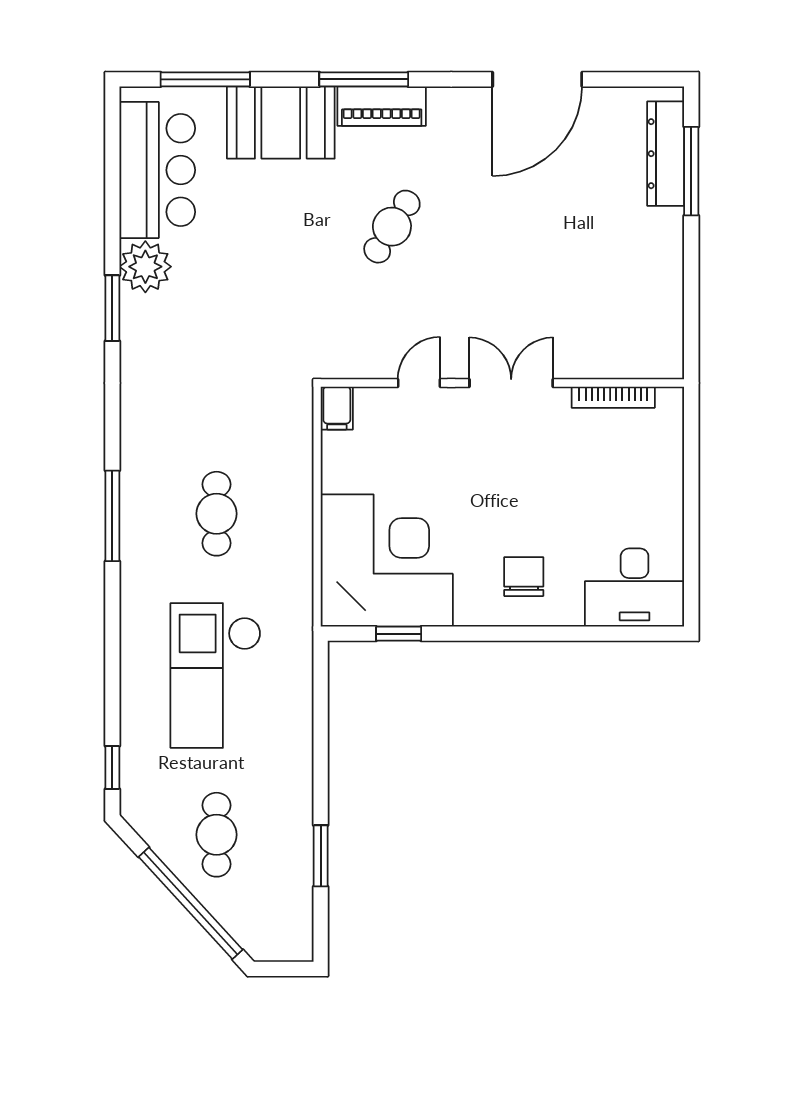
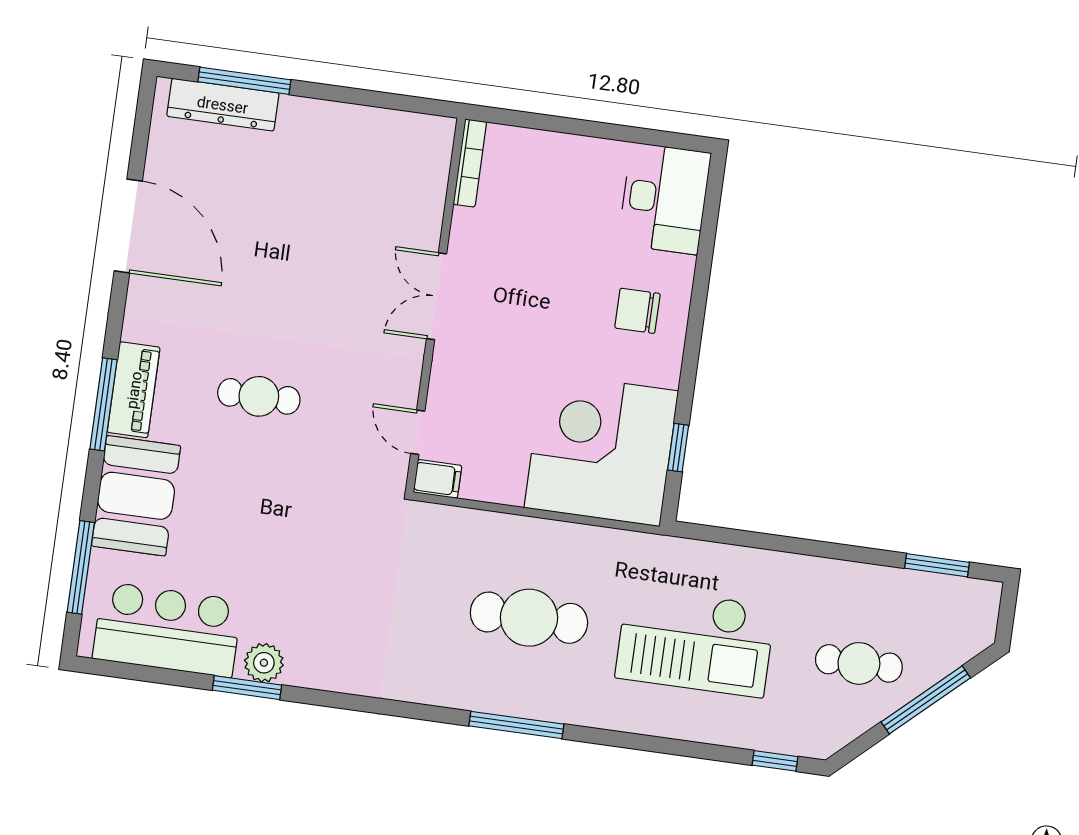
cafe table: (392, 227) -> (259, 396), turned -32
plant: (145, 267) -> (264, 663), width x0.73, depth x0.73
window: (112, 308) -> (247, 688), moved
door: (419, 383) -> (418, 432), moved
bookcase: (613, 397) -> (470, 163), moved
cafe table: (217, 514) -> (529, 618), width x1.37, depth x1.35
window: (321, 856) -> (937, 565), moved
window: (191, 903) -> (926, 700), width x0.68

